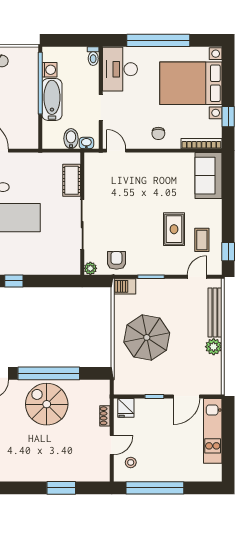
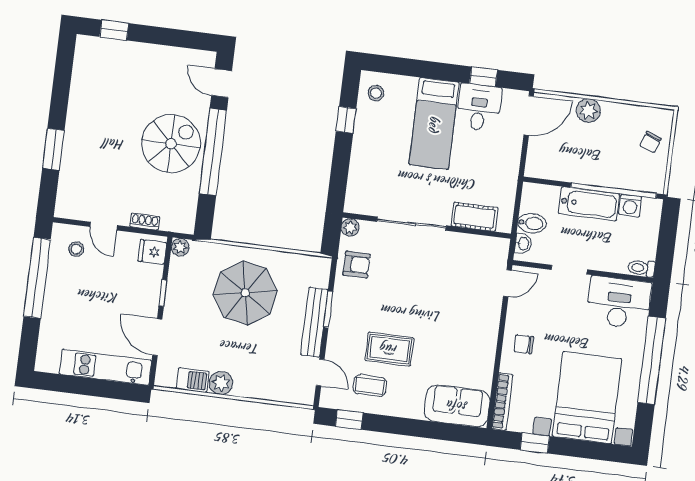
barbecue: (125, 286) -> (193, 380), moved, turned 90
bench: (215, 312) -> (314, 322), moved, turned 90
plant: (120, 388) -> (180, 247), added

